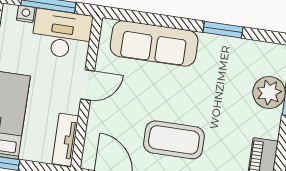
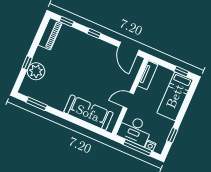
window: (223, 30) -> (37, 104), moved
coffee table: (174, 140) -> (92, 60), removed

